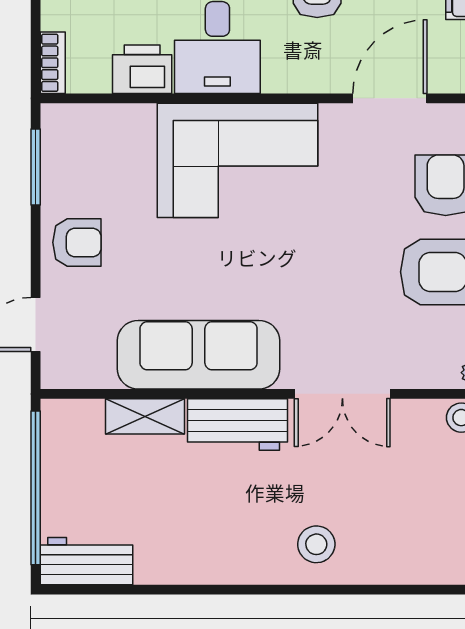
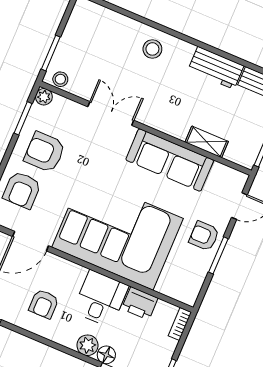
corner sofa: (237, 160) -> (117, 233), width x1.36, depth x1.36
window: (36, 167) -> (218, 255), moved
workbench: (238, 425) -> (216, 68), moved, turned 180

